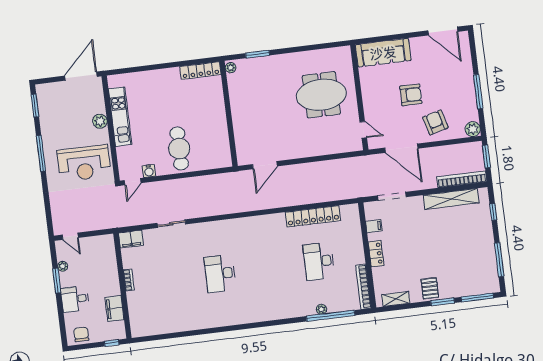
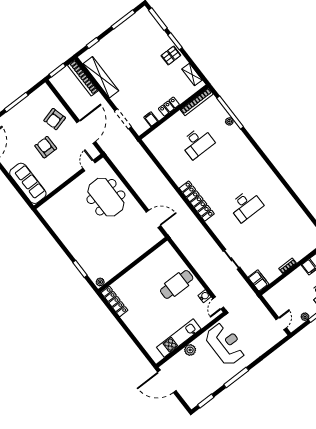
meeting table: (321, 95) -> (106, 197), moved
plant: (473, 129) -> (44, 91), removed
door: (133, 182) -> (218, 303), swing flipped
locker: (313, 216) -> (197, 201), moved

